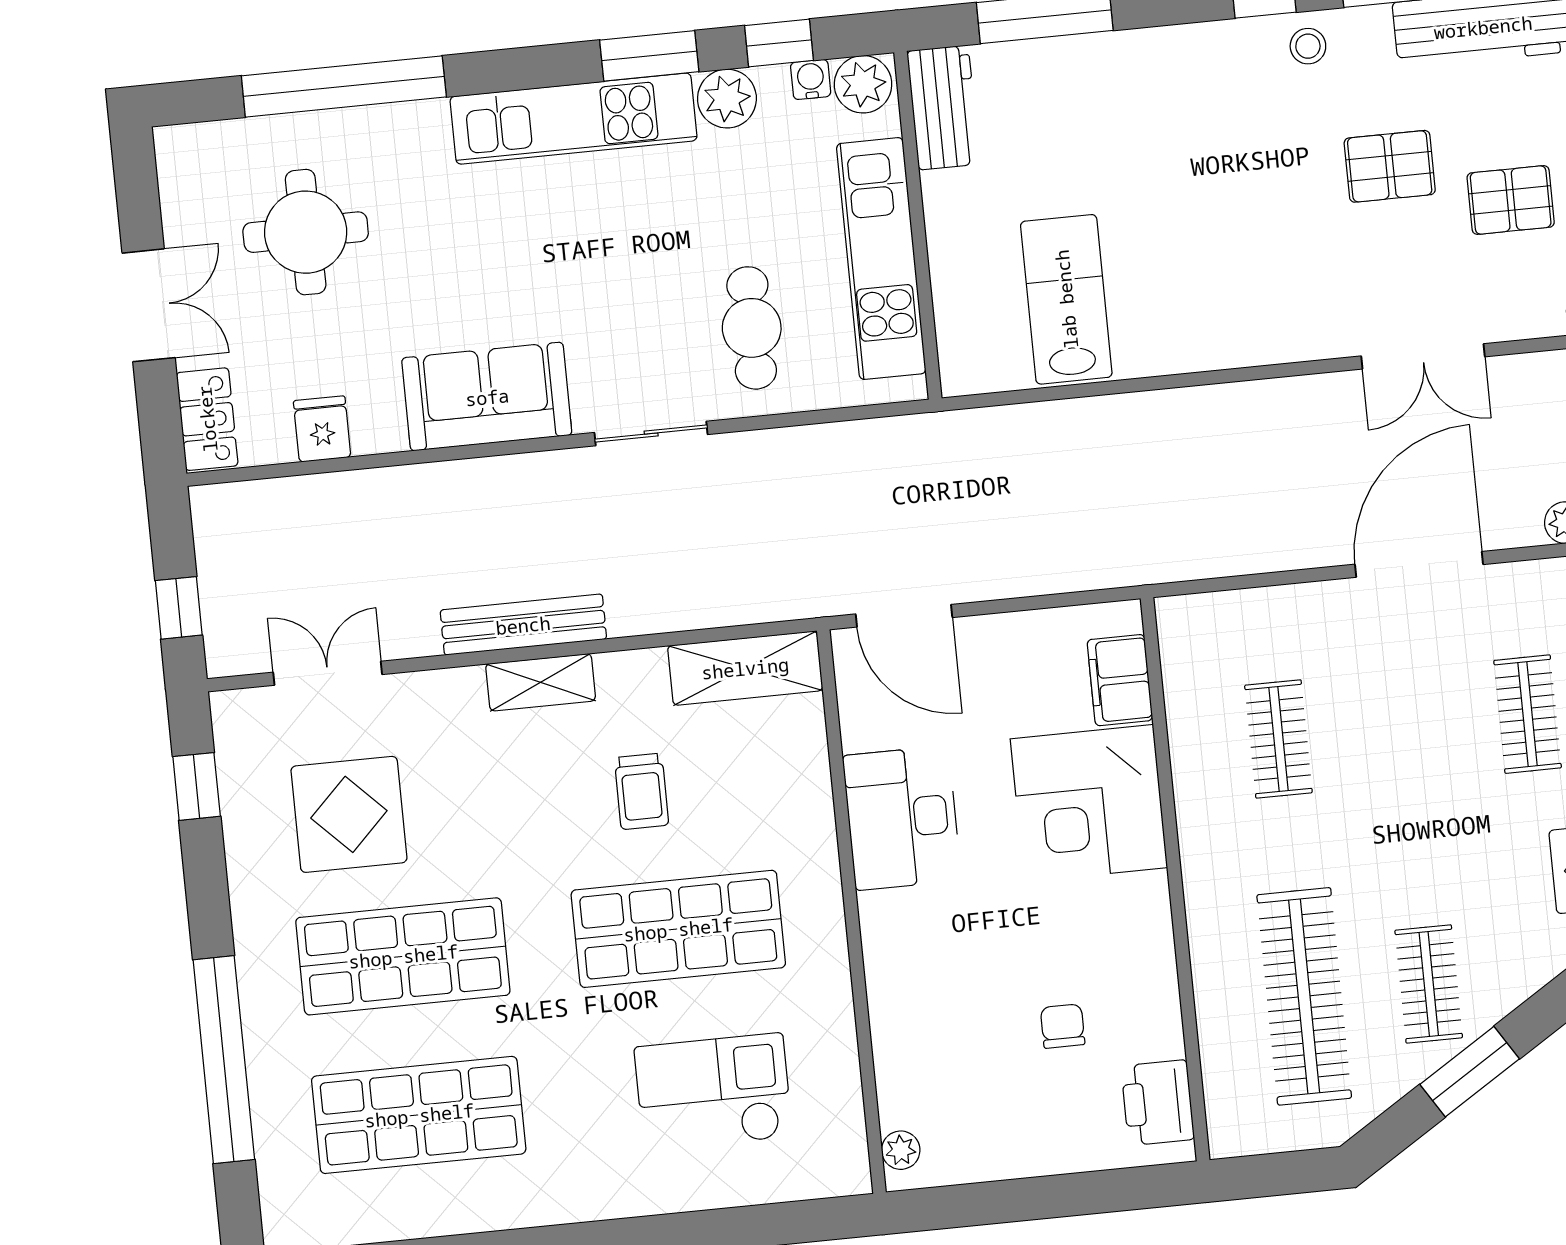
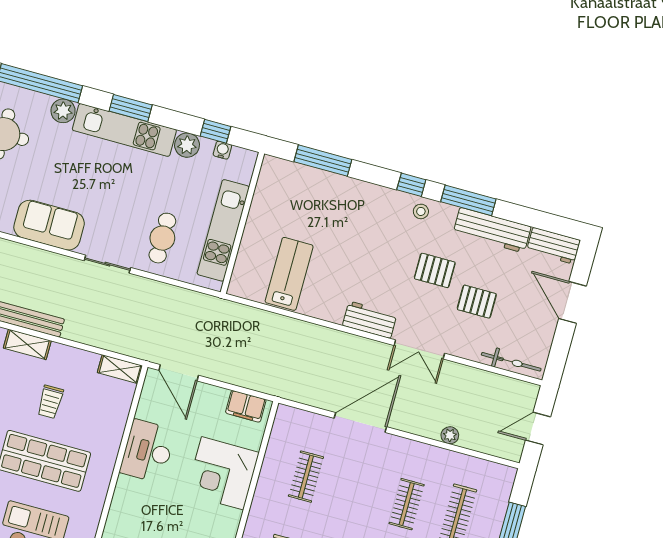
window: (649, 56) -> (131, 108), moved
plant: (863, 84) -> (63, 111), moved
workbench: (943, 108) -> (370, 320), moved, turned -90
door: (1419, 564) -> (360, 422), moved
shelving: (745, 668) -> (120, 369), width x0.67, depth x0.75
filing cabinet: (1120, 680) -> (246, 406), moved, turned -90

